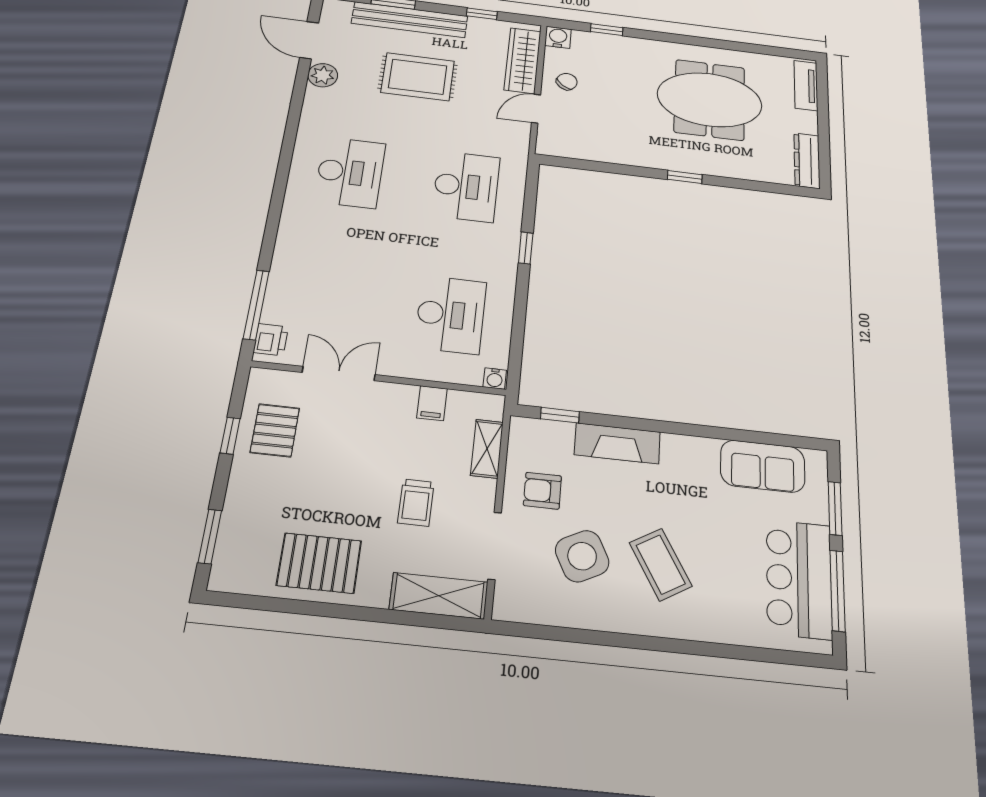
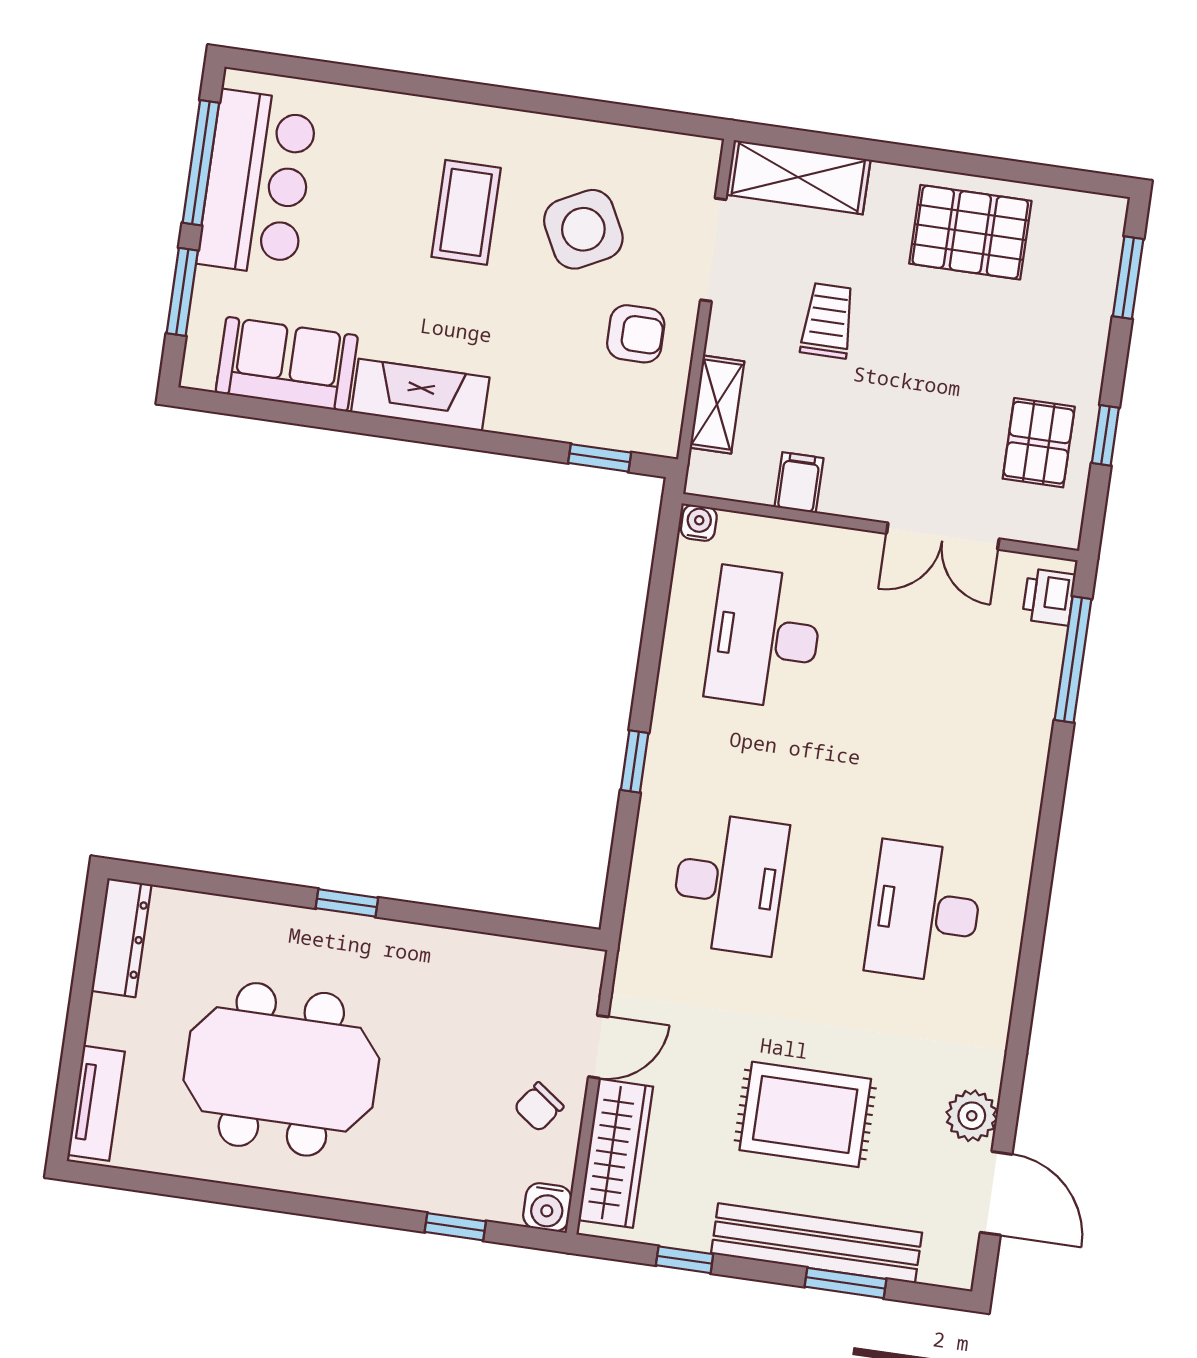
desk: (466, 186) -> (729, 884), turned 180
fireplace: (617, 443) -> (420, 395), moved
coffee table: (661, 564) -> (466, 212), turned 30

